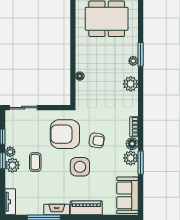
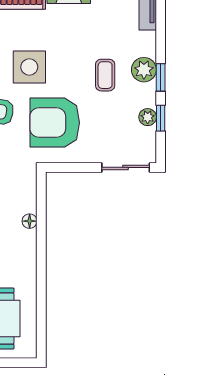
armchair: (65, 134) -> (55, 123), turned 180
plant: (10, 152) -> (148, 117), moved

